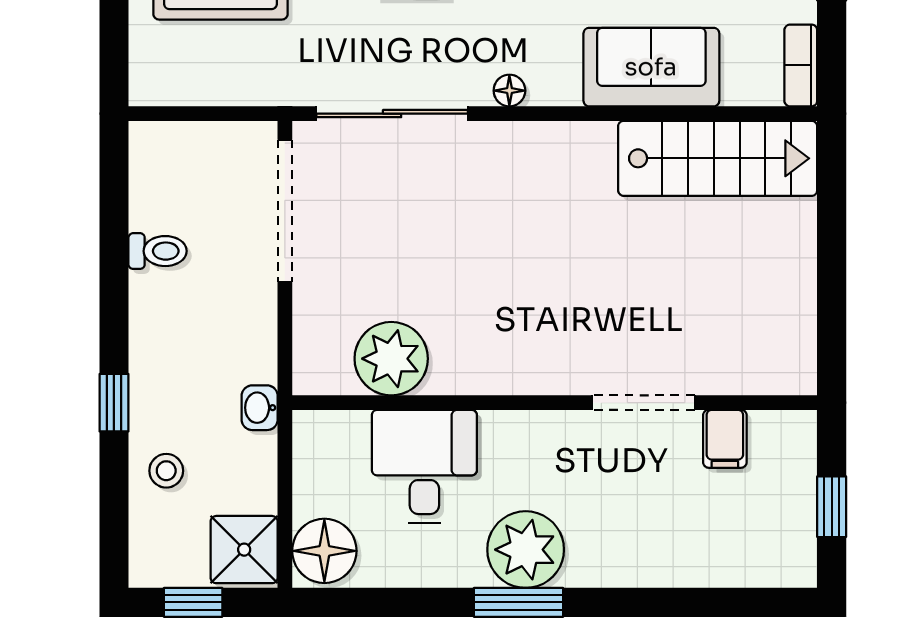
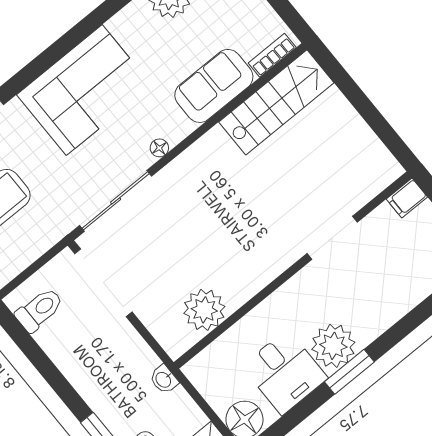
bookcase: (801, 65) -> (272, 55), moved, turned 90
toilet: (158, 251) -> (39, 310), moved, width x1.37, depth x1.39
filing cabinet: (725, 439) -> (407, 198), moved, turned 90
desk: (424, 466) -> (285, 372), moved, turned 180

